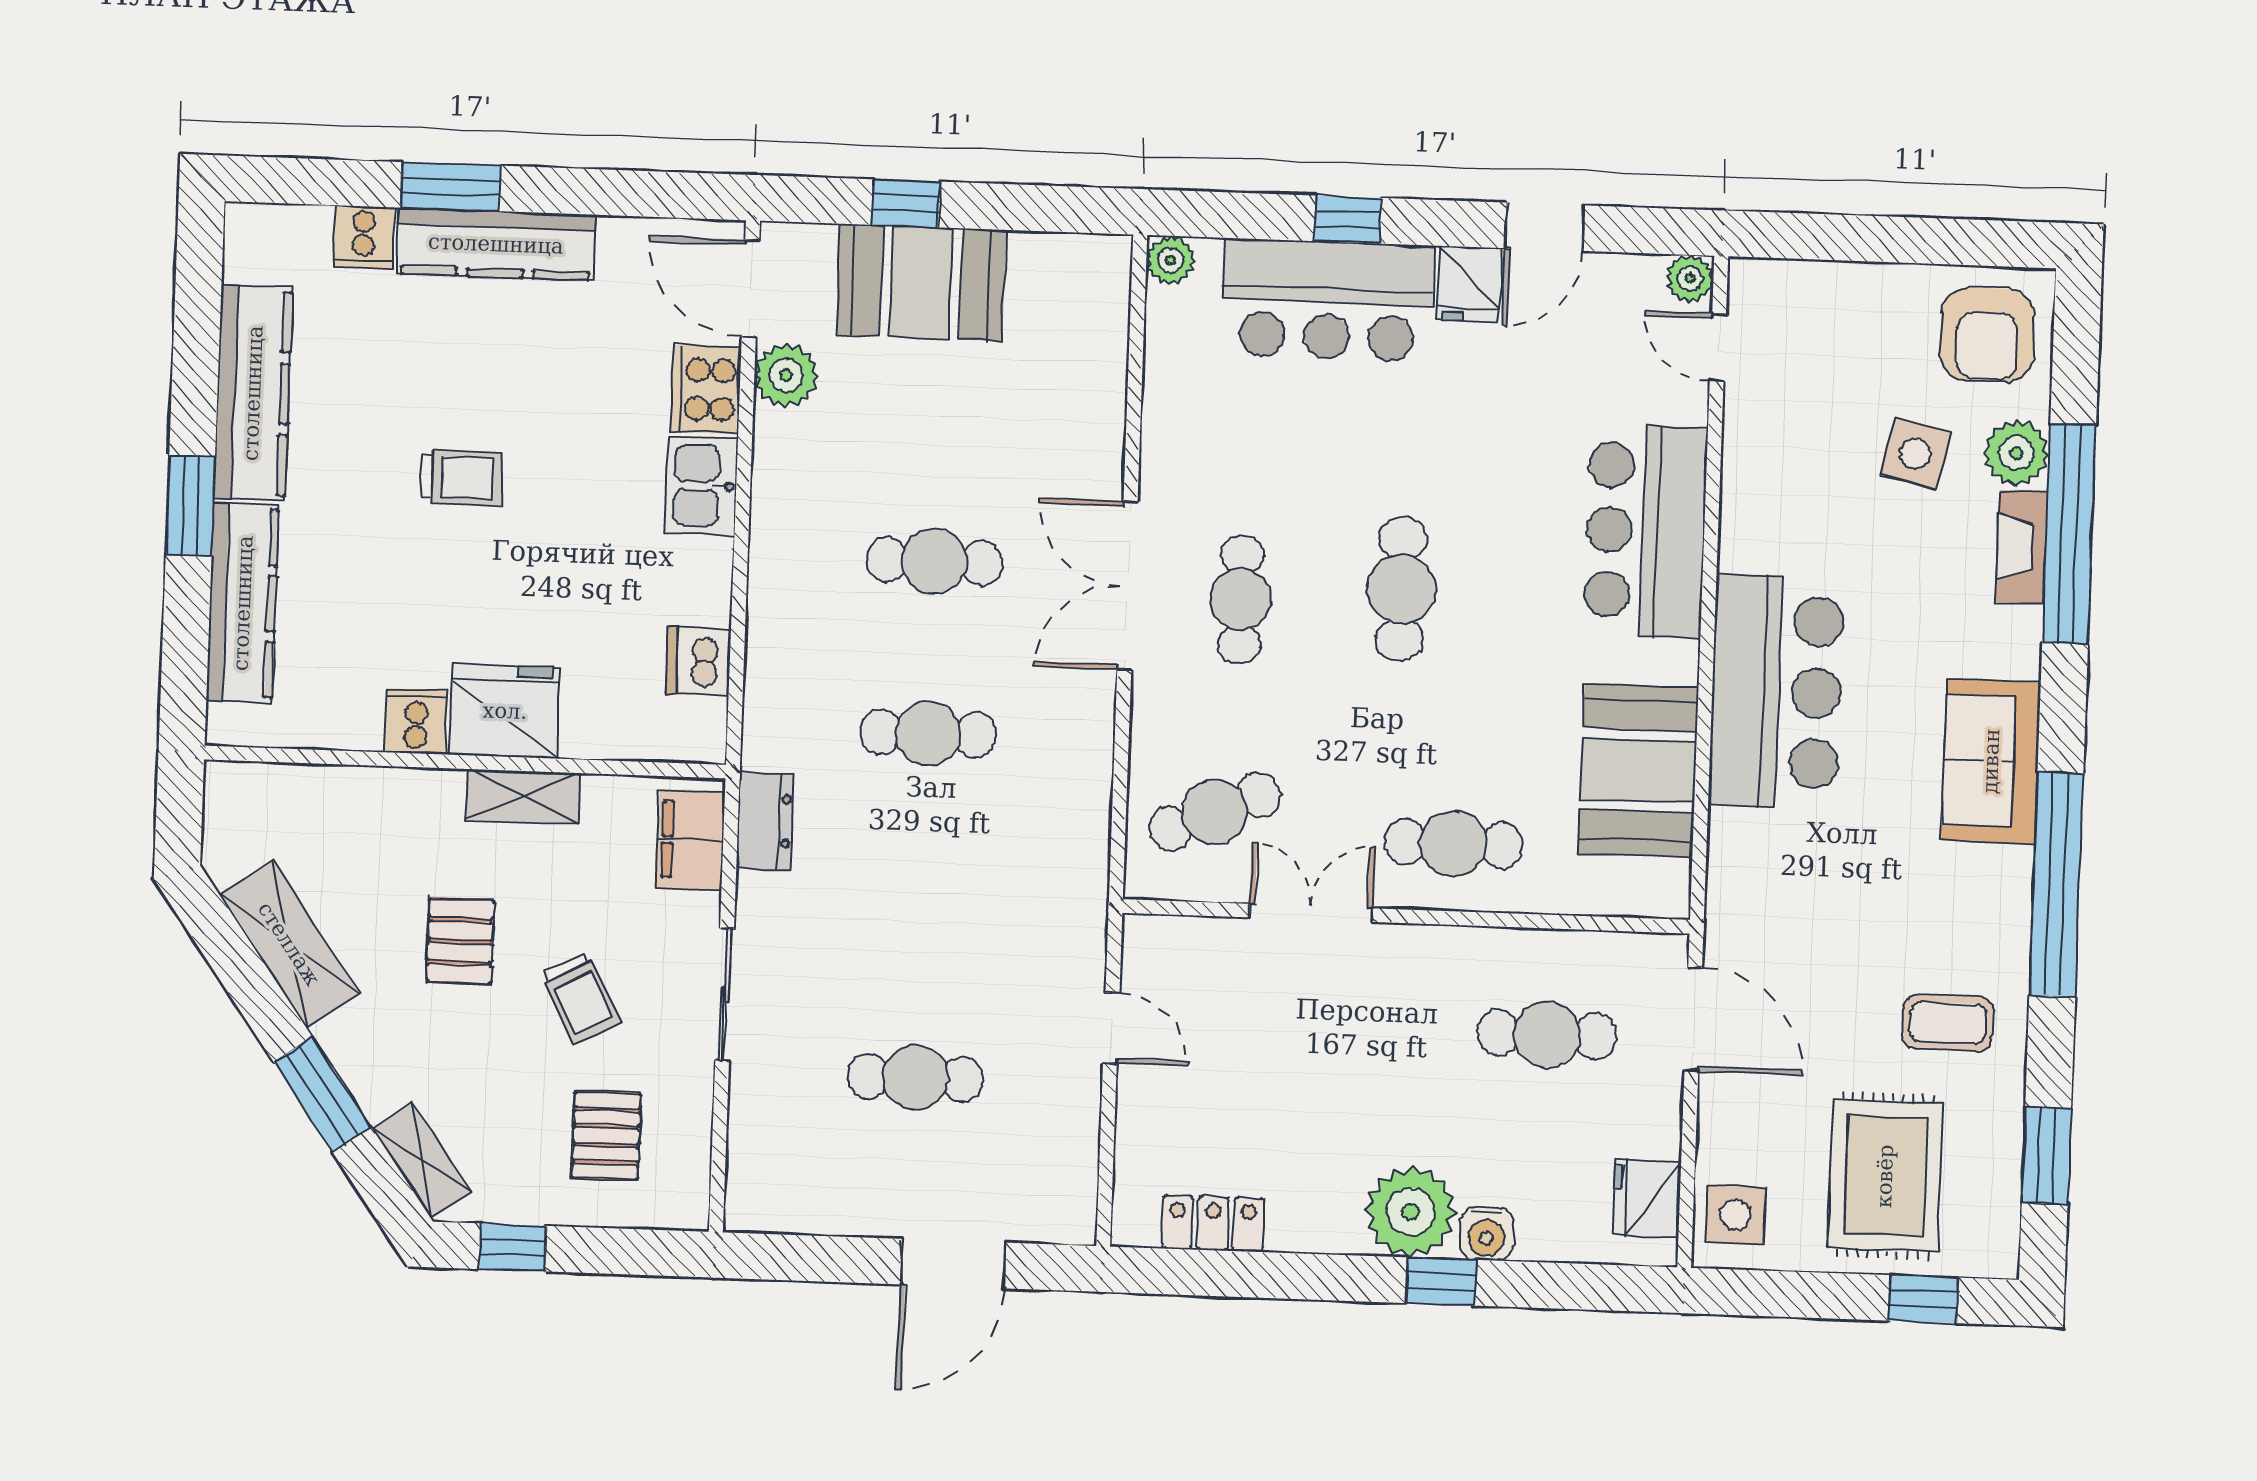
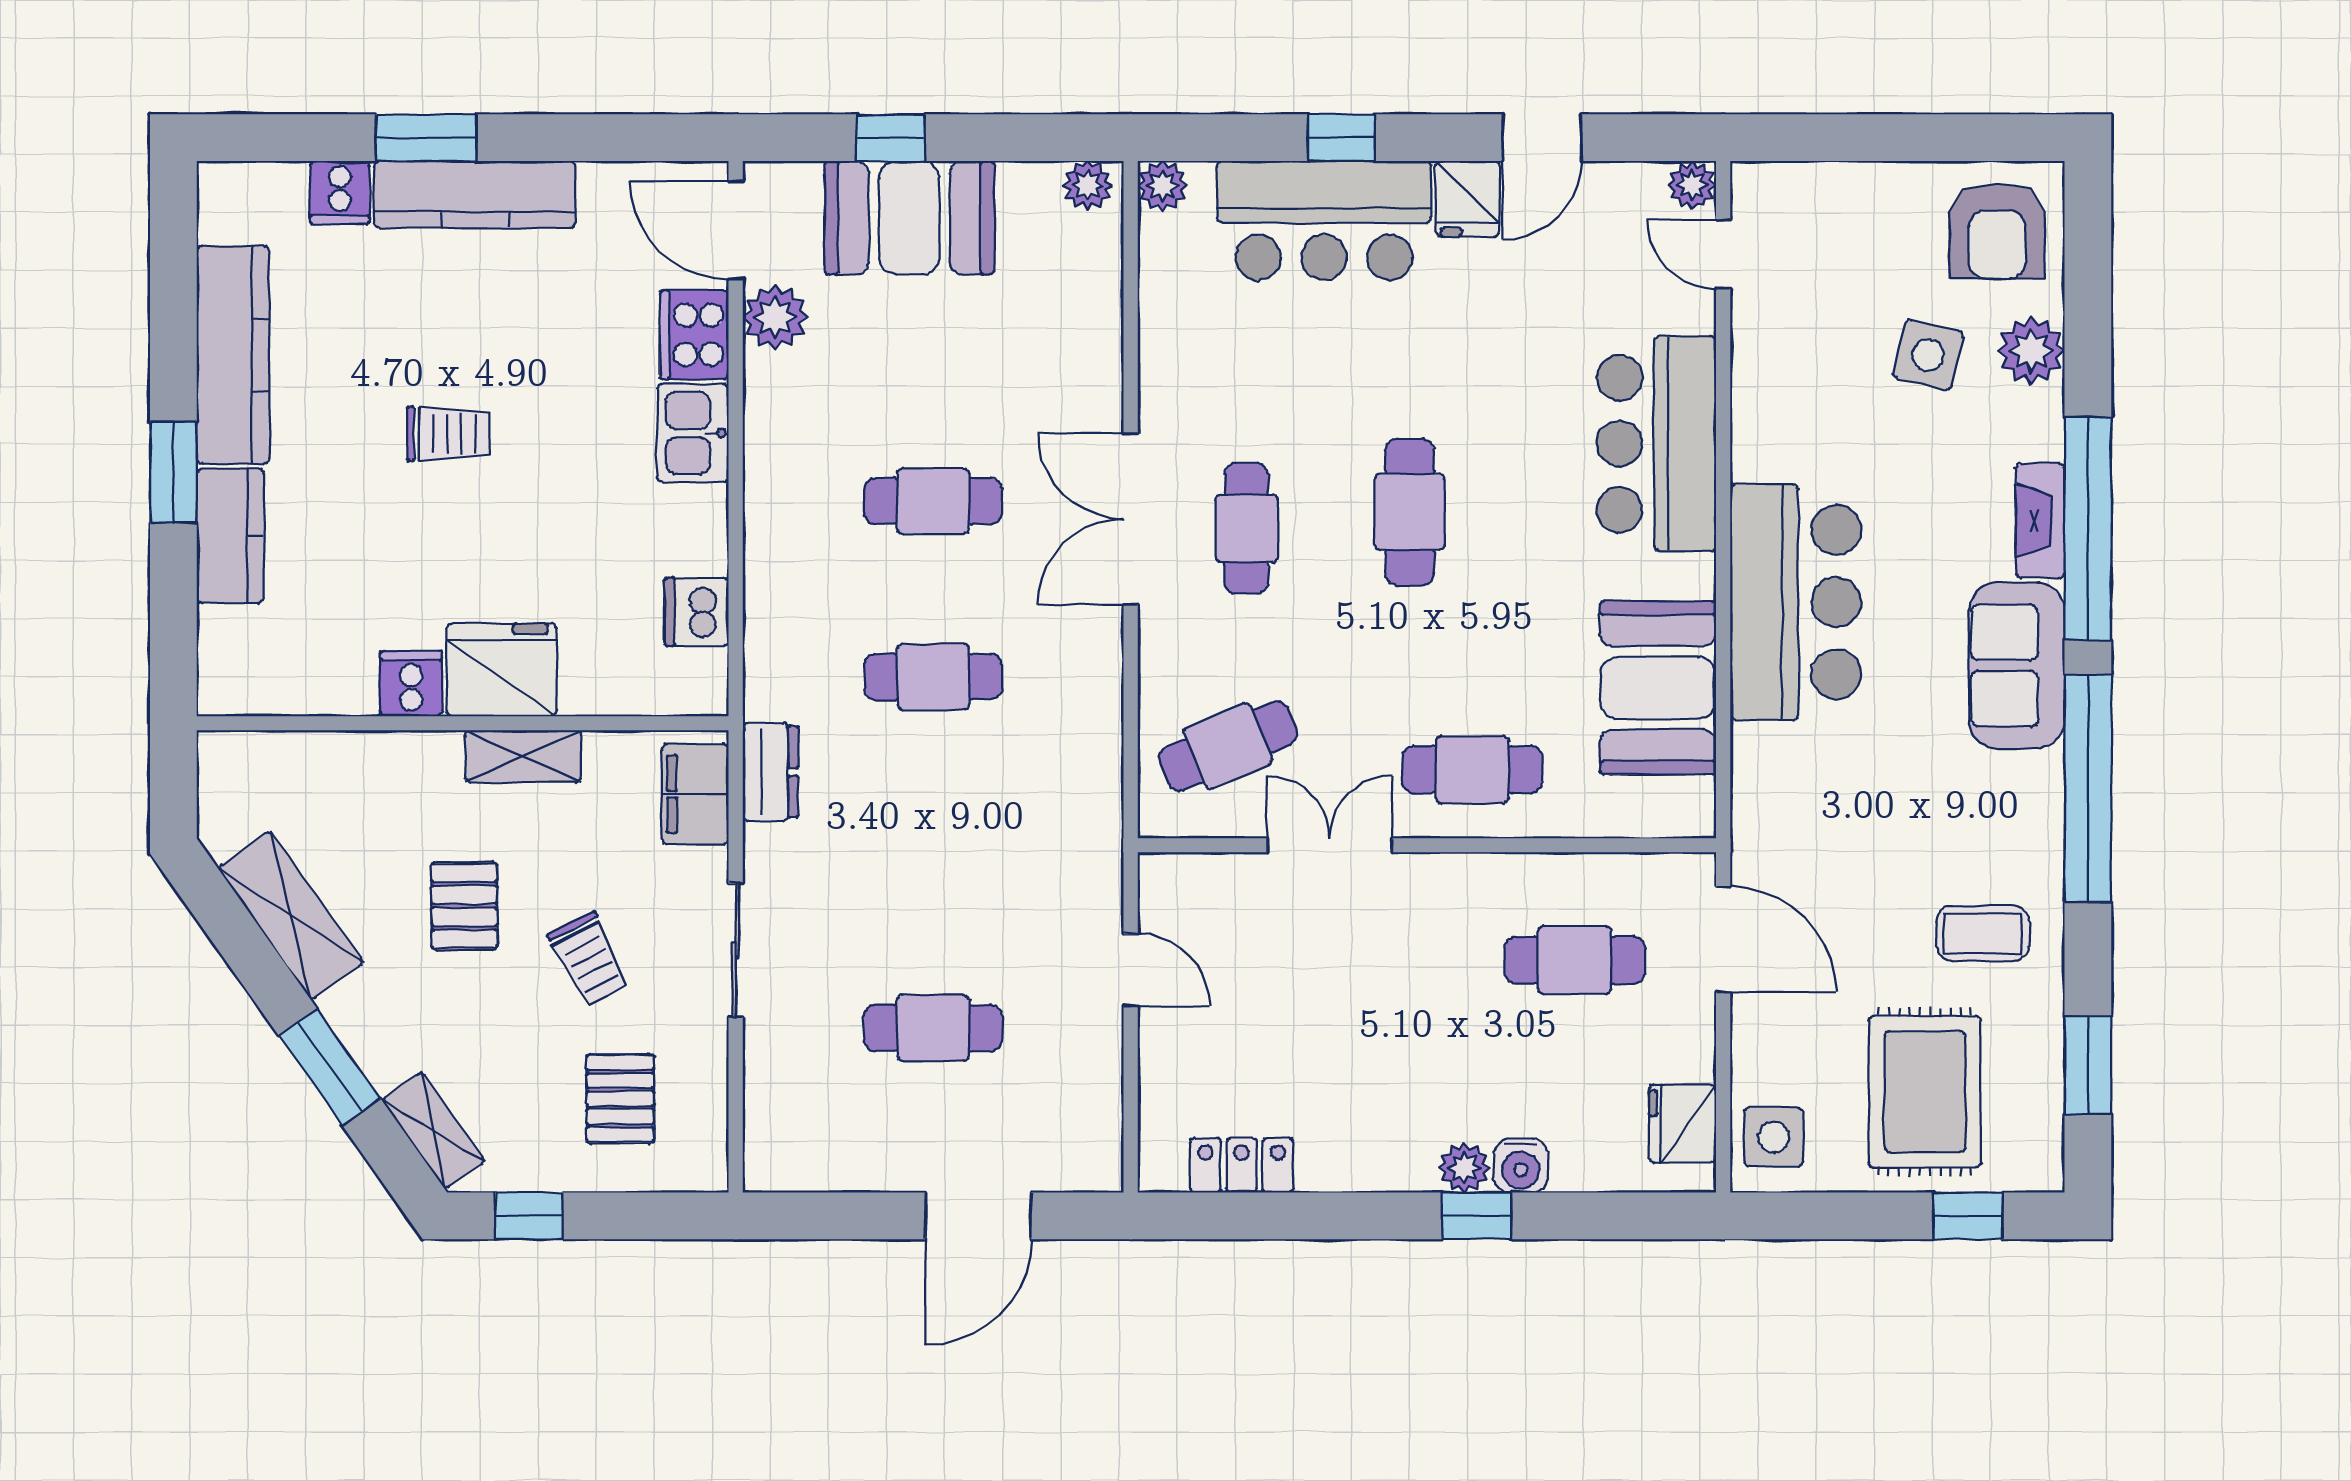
plant: (1097, 257) -> (1088, 185), added
window: (2069, 534) -> (2088, 529), moved
fireplace: (2022, 547) -> (2040, 521), moved
kitchen counter: (243, 603) -> (230, 536), width x0.67
plant: (1411, 1212) -> (1464, 1168), width x0.53, depth x0.53

